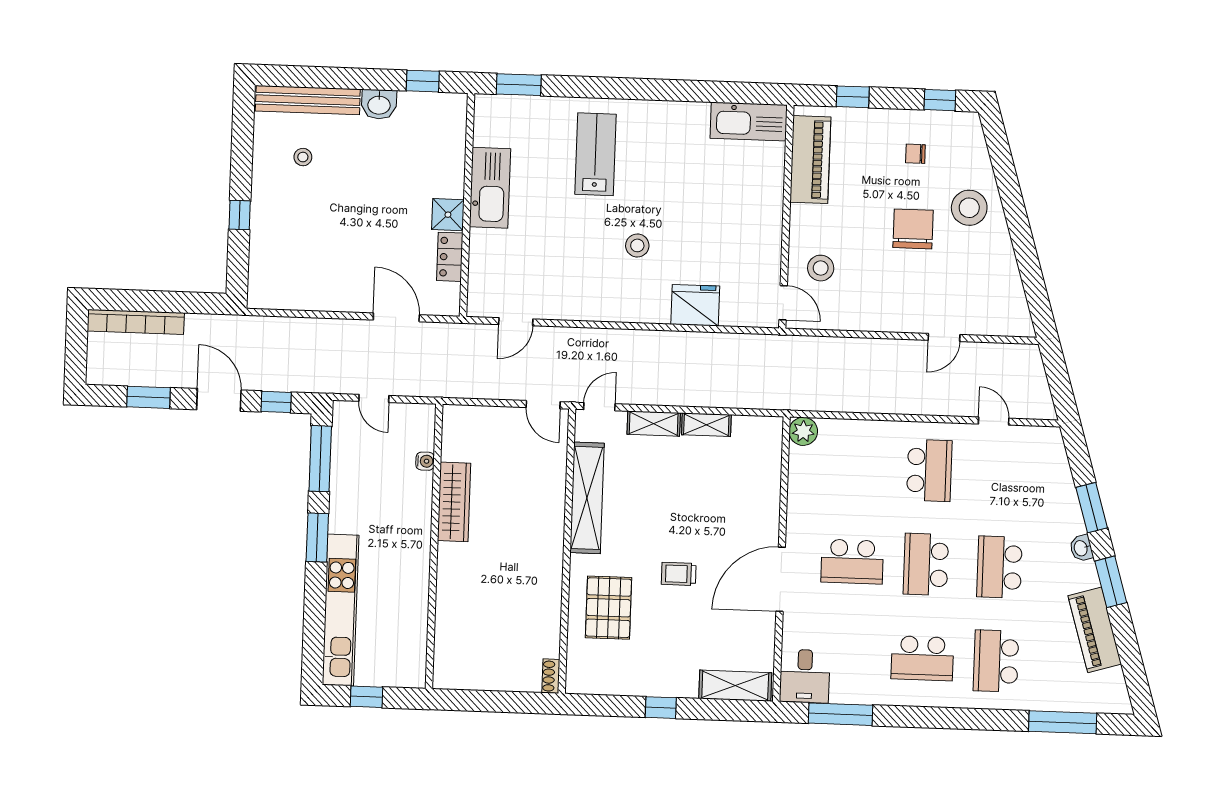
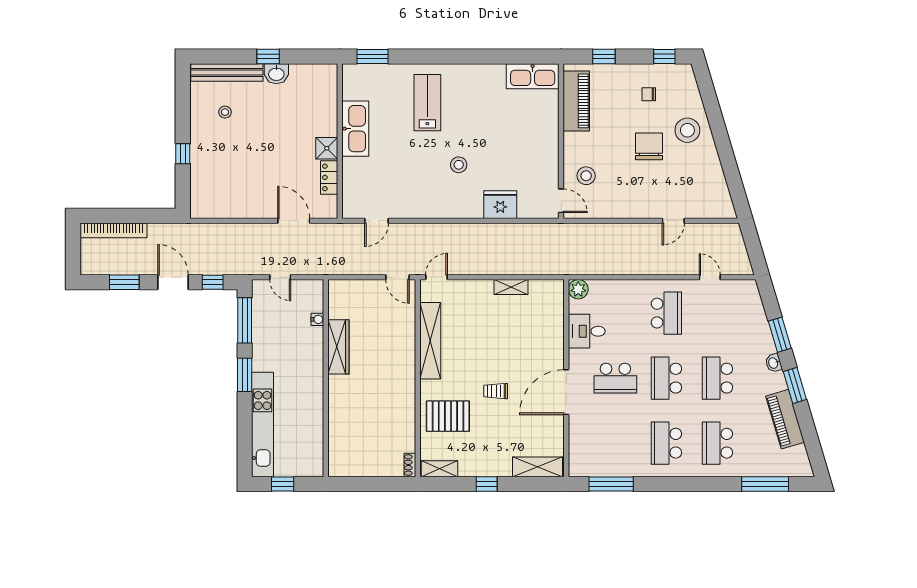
window: (423, 81) -> (268, 56), moved
shelving: (654, 424) -> (440, 469), moved
pallet: (609, 608) -> (448, 416), turned 90
school desk: (922, 658) -> (666, 443), turned 90
desk: (805, 676) -> (587, 331), moved, turned 90

